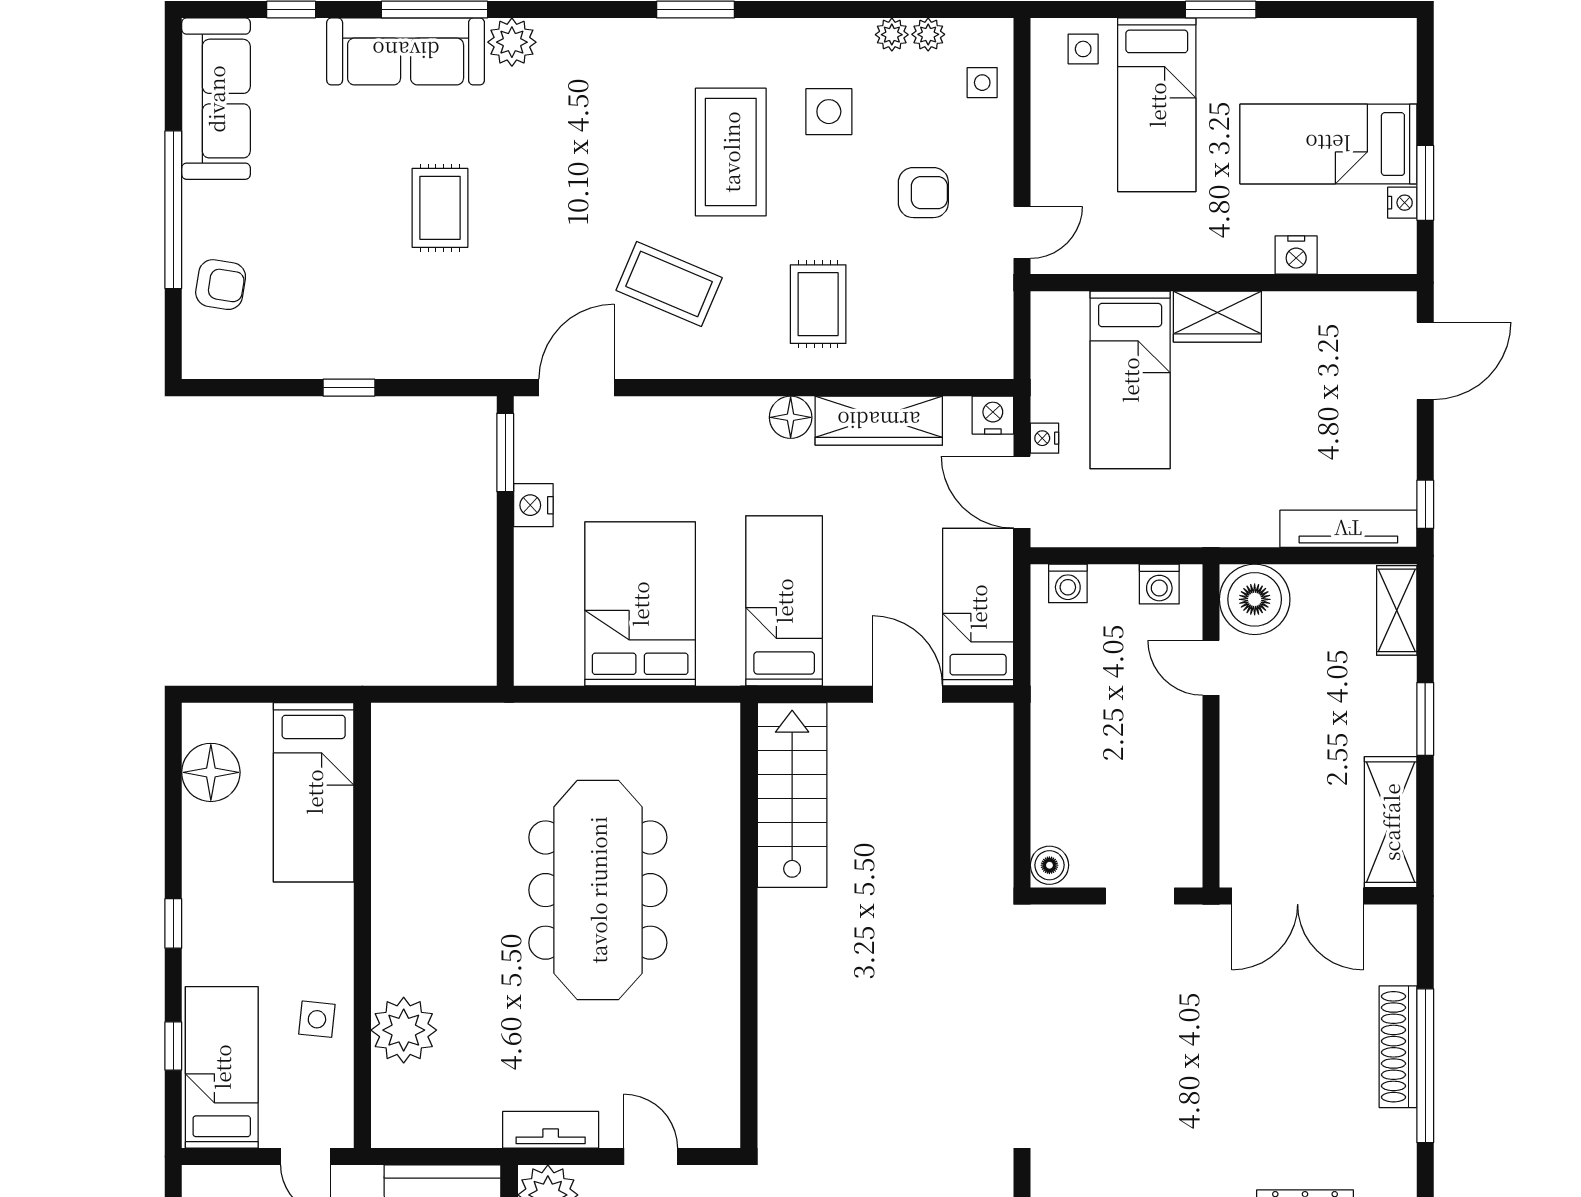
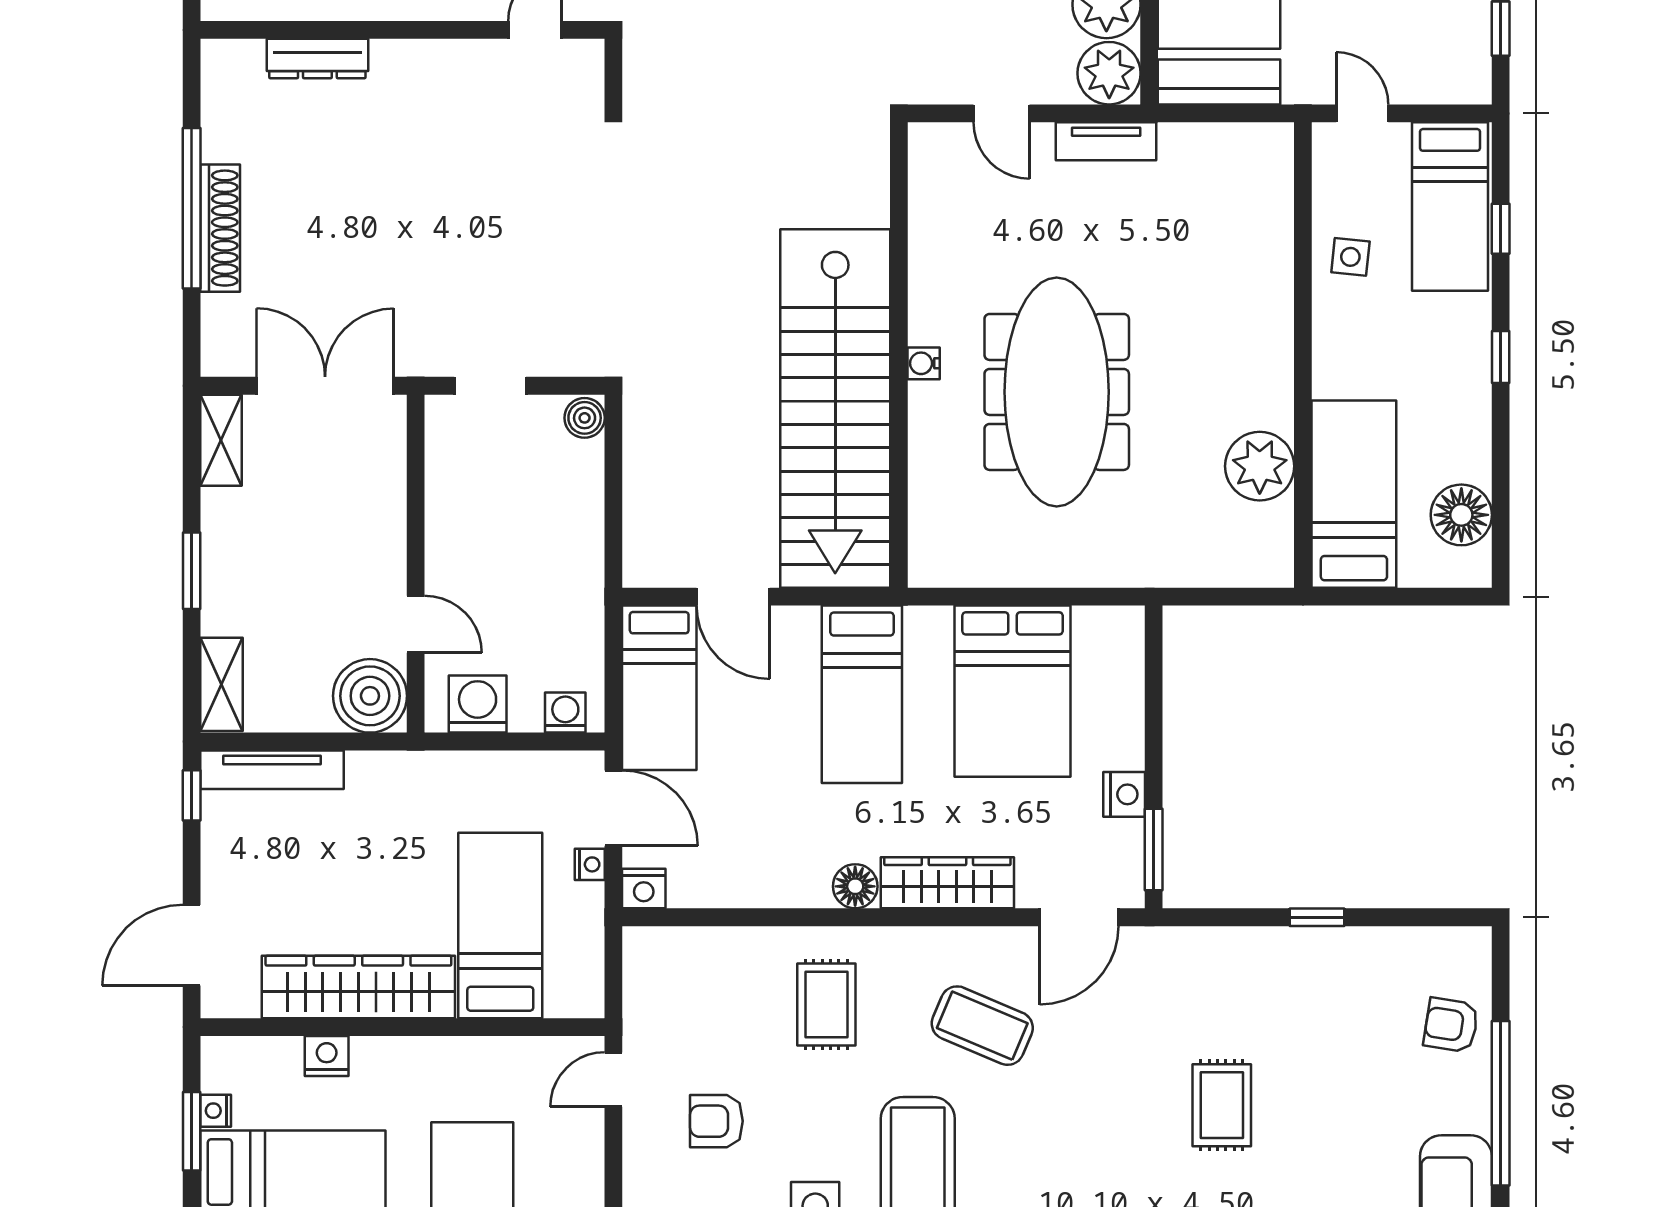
wardrobe: (1217, 317) -> (358, 987), width x2.10, depth x1.17
wardrobe: (879, 421) -> (947, 883), moved
washing machine: (1159, 584) -> (478, 704), width x1.38, depth x1.38
stairs: (792, 795) -> (835, 408), width x1.86, depth x1.51
shelving: (1391, 822) -> (221, 440), width x0.67, depth x0.75
water cooler: (725, 917) -> (924, 363), added
plant: (404, 1030) -> (1260, 466), moved

